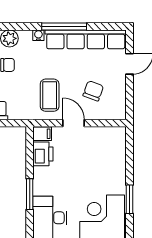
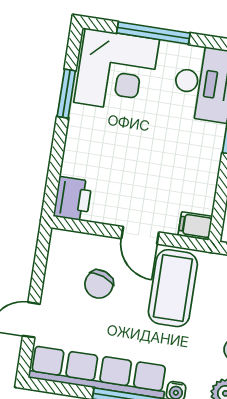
coffee table: (50, 95) -> (173, 288), width x1.36, depth x1.32
printer: (43, 154) -> (73, 199), moved, turned 180

